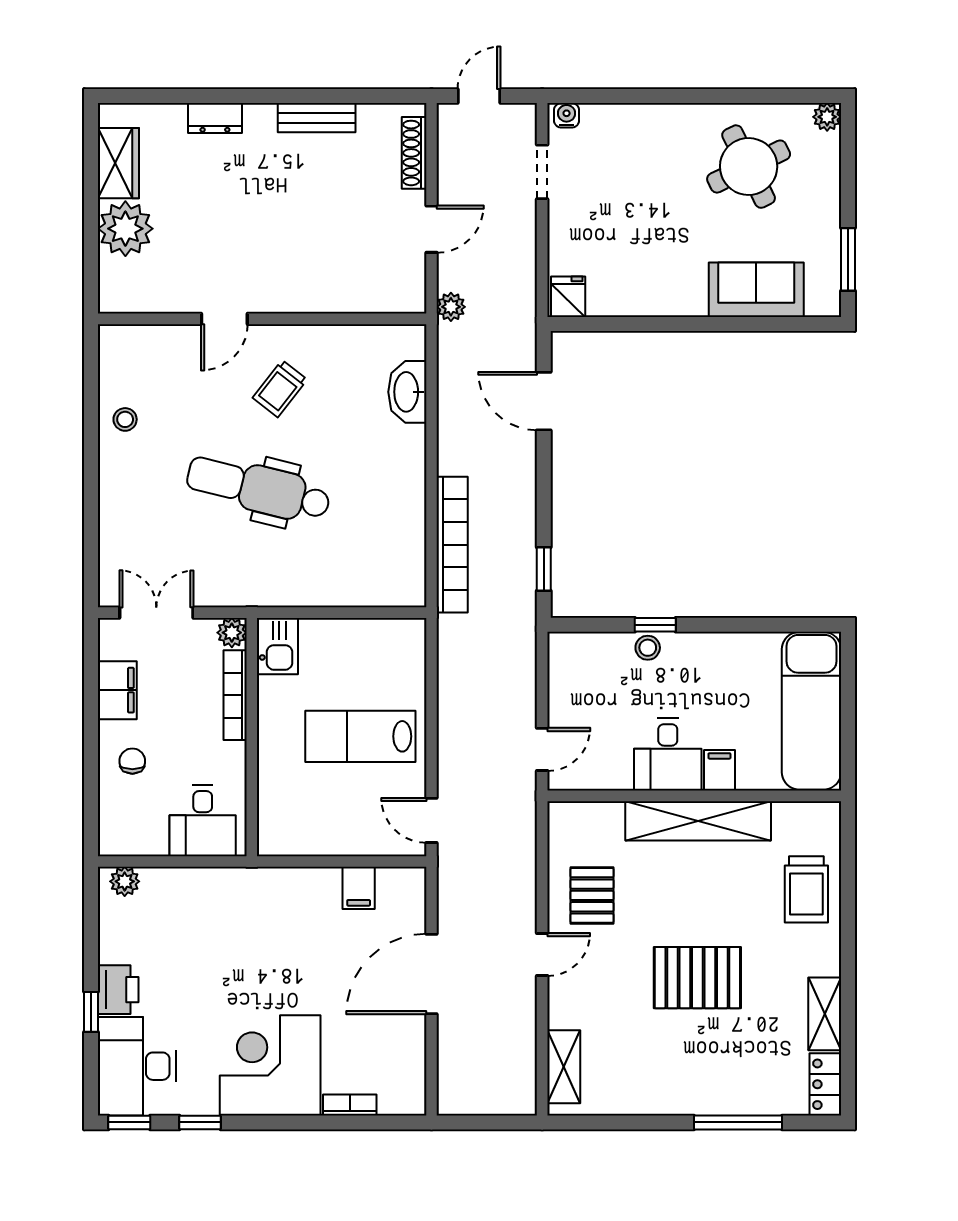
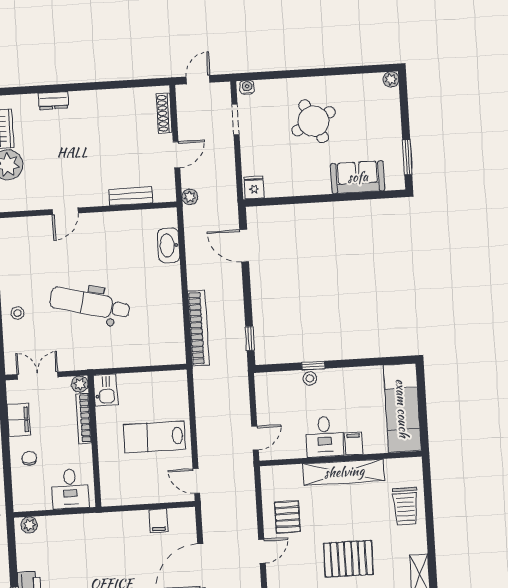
bench: (317, 118) -> (131, 196), moved
round table: (749, 167) -> (314, 121), moved
trolley: (280, 389) -> (98, 248), removed
stool: (125, 419) -> (18, 313), moved

